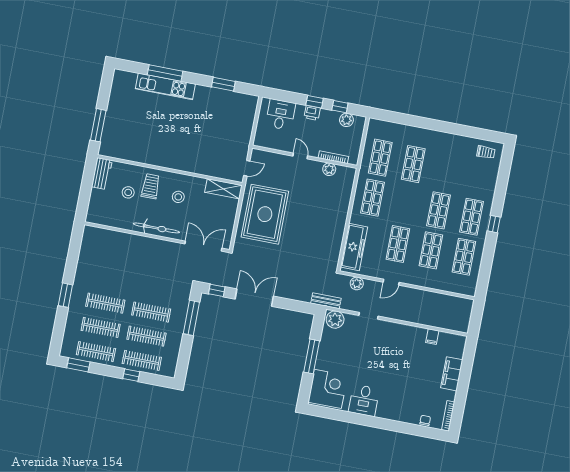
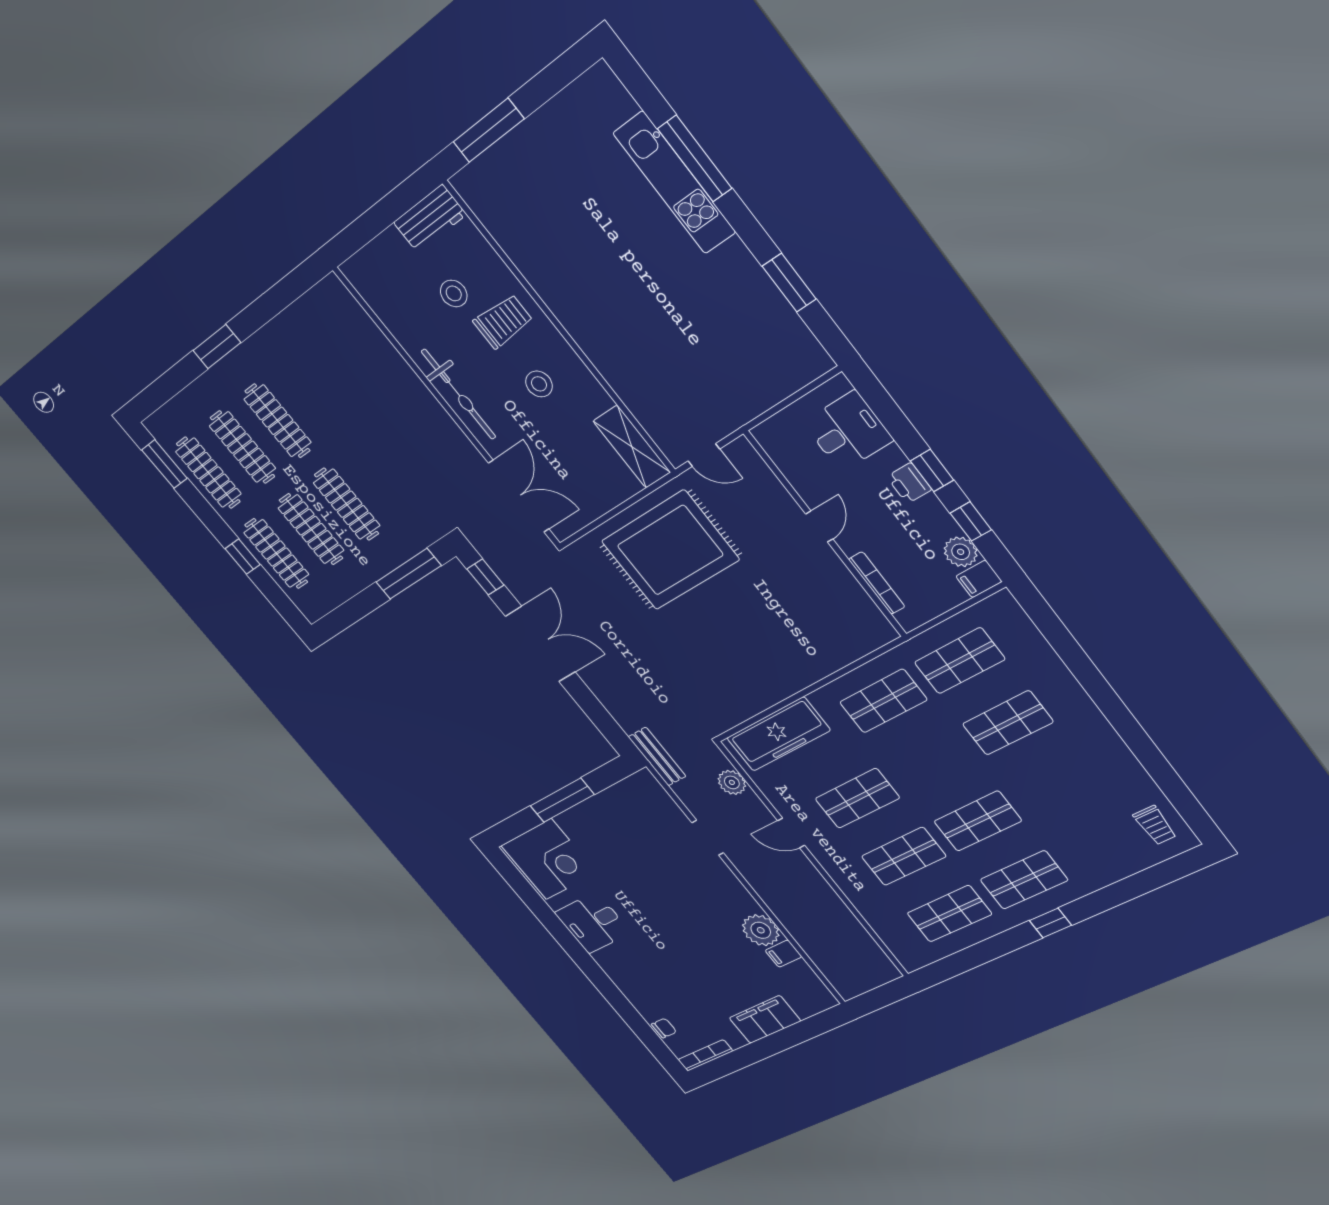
filing cabinet: (360, 123) -> (979, 579), added
plant: (329, 169) -> (851, 593), removed
plant: (335, 320) -> (761, 930), moved

